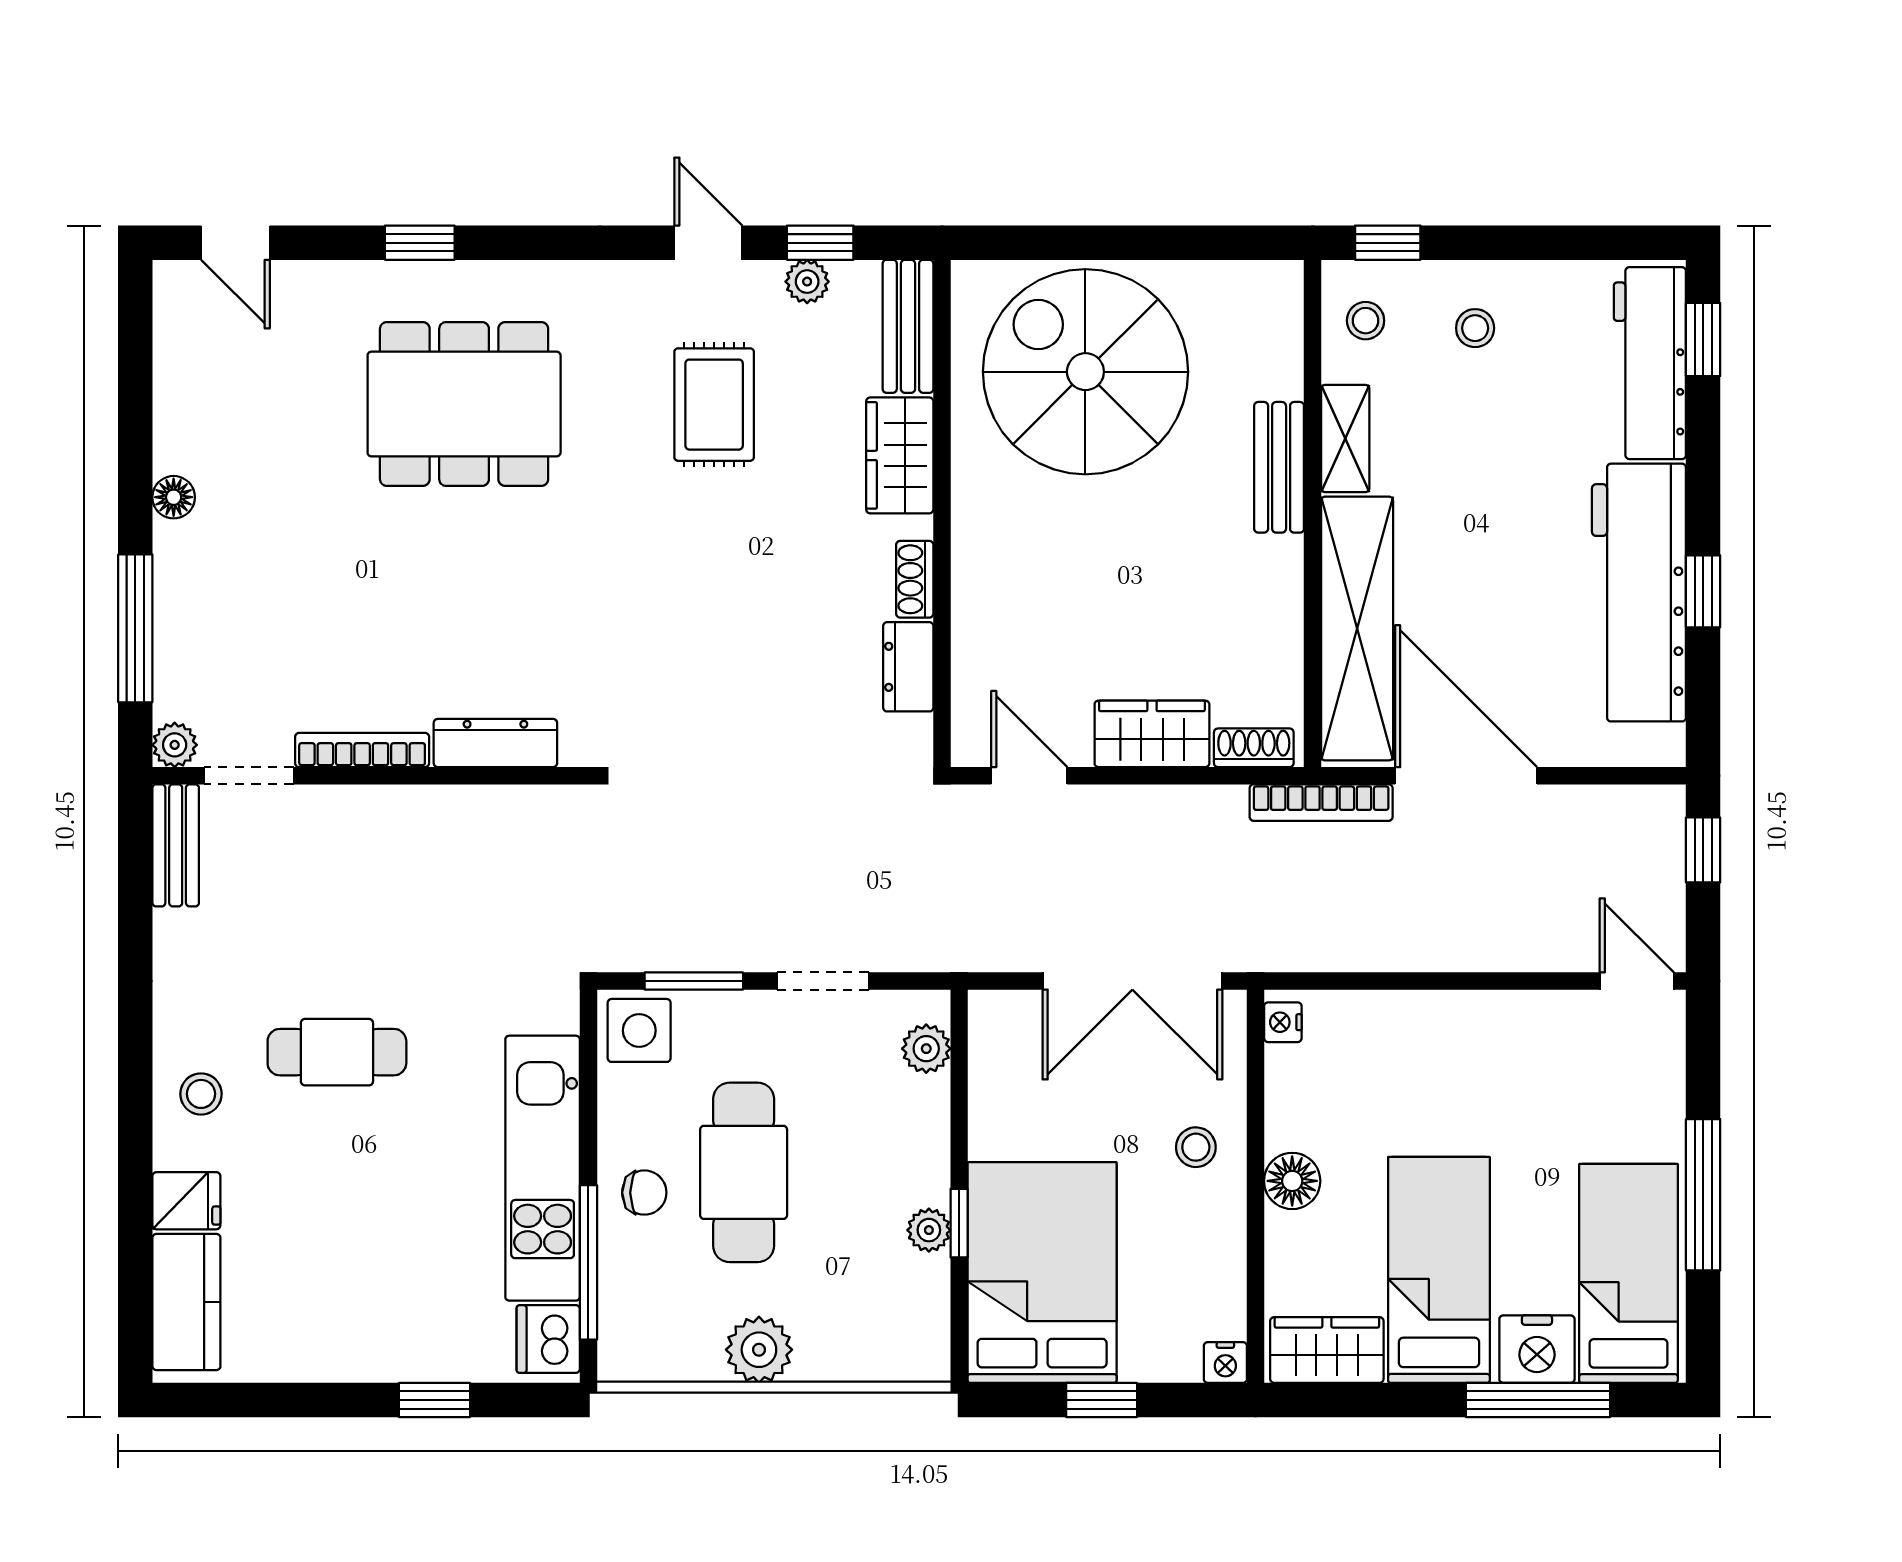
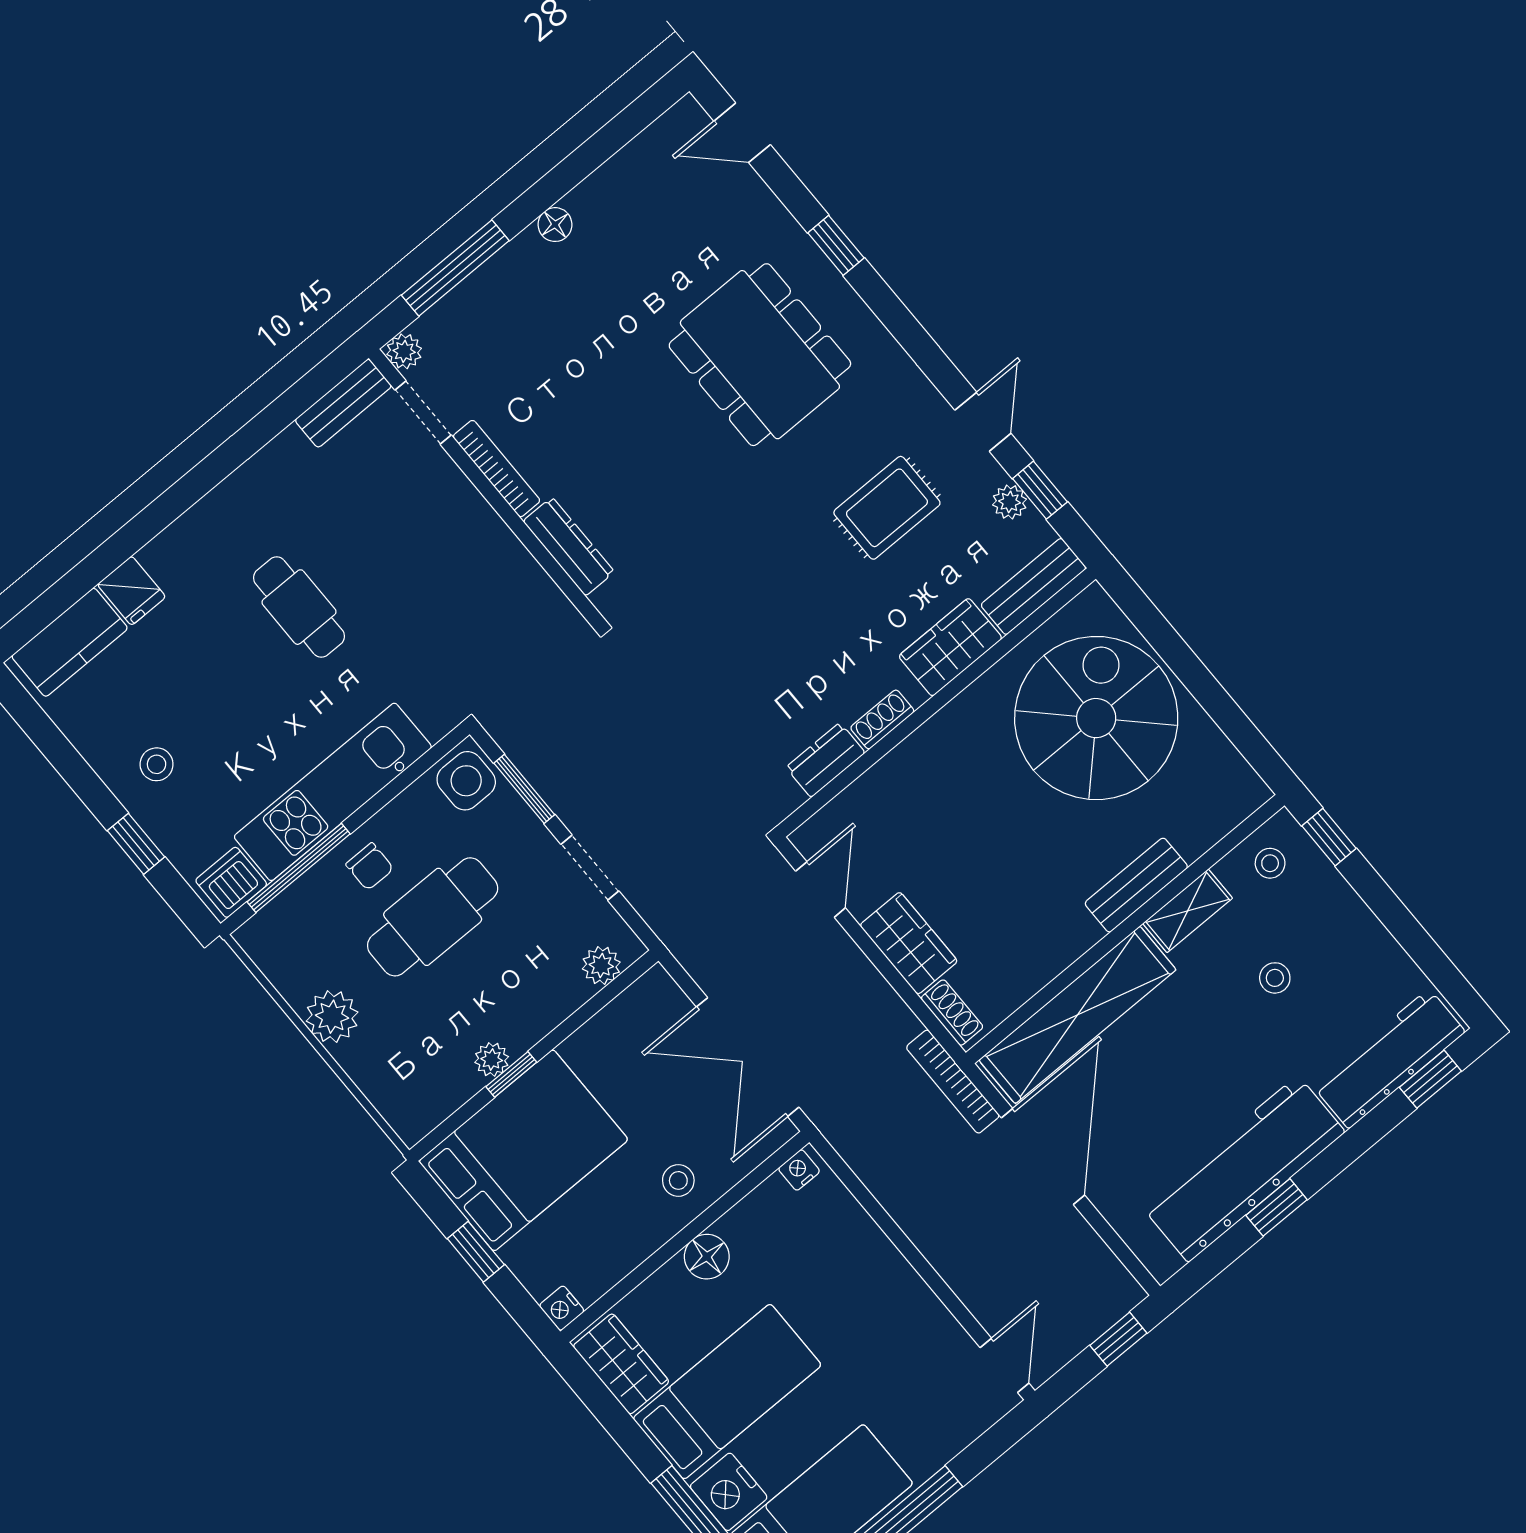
door: (236, 243) -> (742, 133), hinge flipped
stool: (1475, 328) -> (1275, 978), moved
stool: (201, 1094) -> (157, 764), moved

